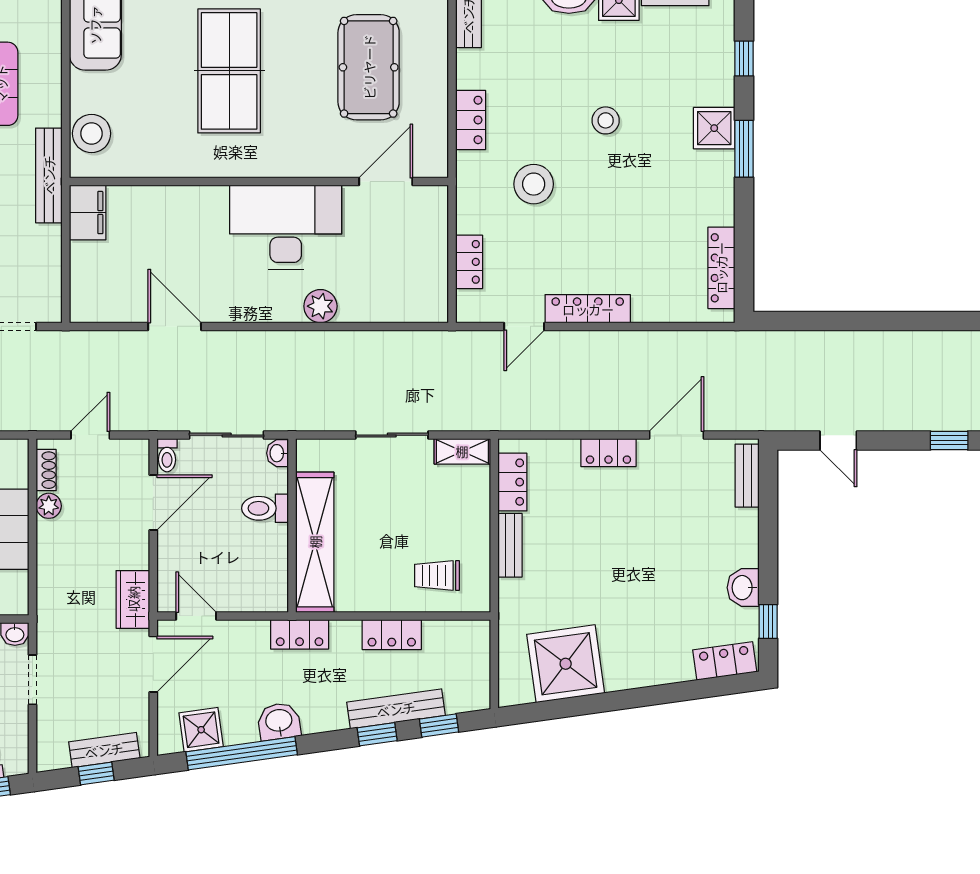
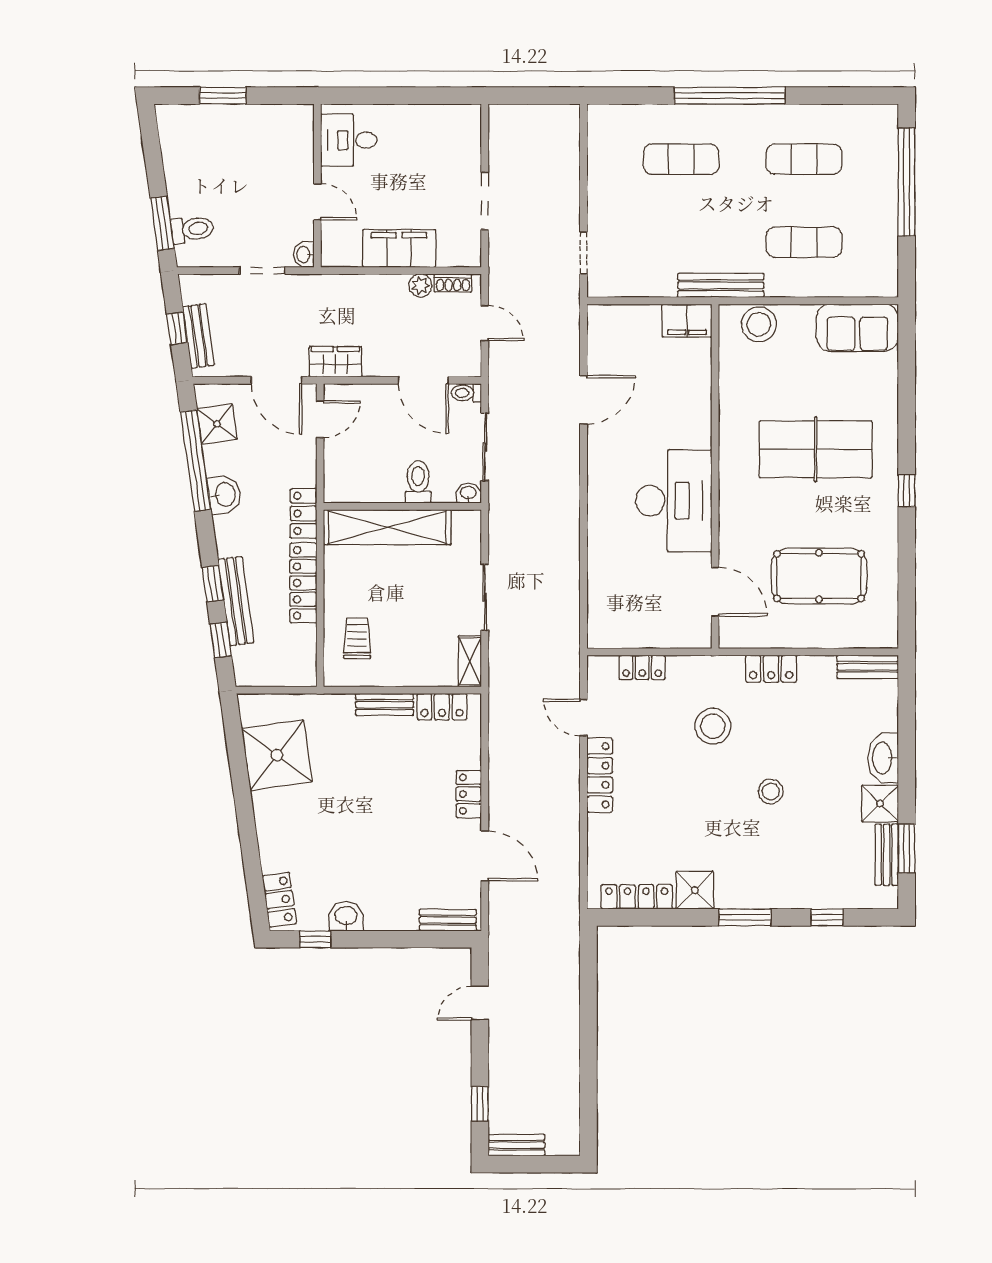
shower: (714, 128) -> (695, 890), moved
plant: (320, 306) -> (602, 532), removed
locker: (392, 635) -> (303, 583), width x1.53

